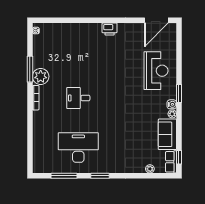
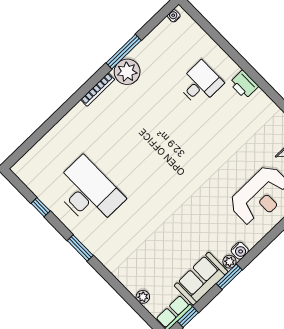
printer: (110, 29) -> (244, 85), moved
window: (179, 93) -> (229, 277), moved
desk: (78, 98) -> (200, 83), moved, turned 90
window: (64, 176) -> (41, 207), width x0.46

